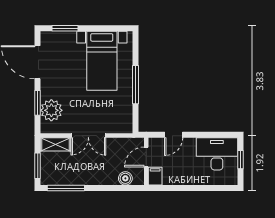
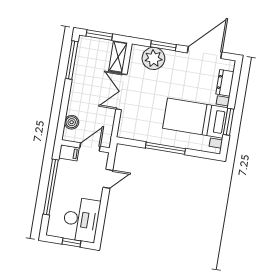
window: (65, 28) -> (229, 122), moved
dresser: (63, 38) -> (225, 83), added
door: (174, 135) -> (108, 179), swing flipped
door: (146, 157) -> (90, 147), hinge flipped
window: (191, 188) -> (51, 187), added

